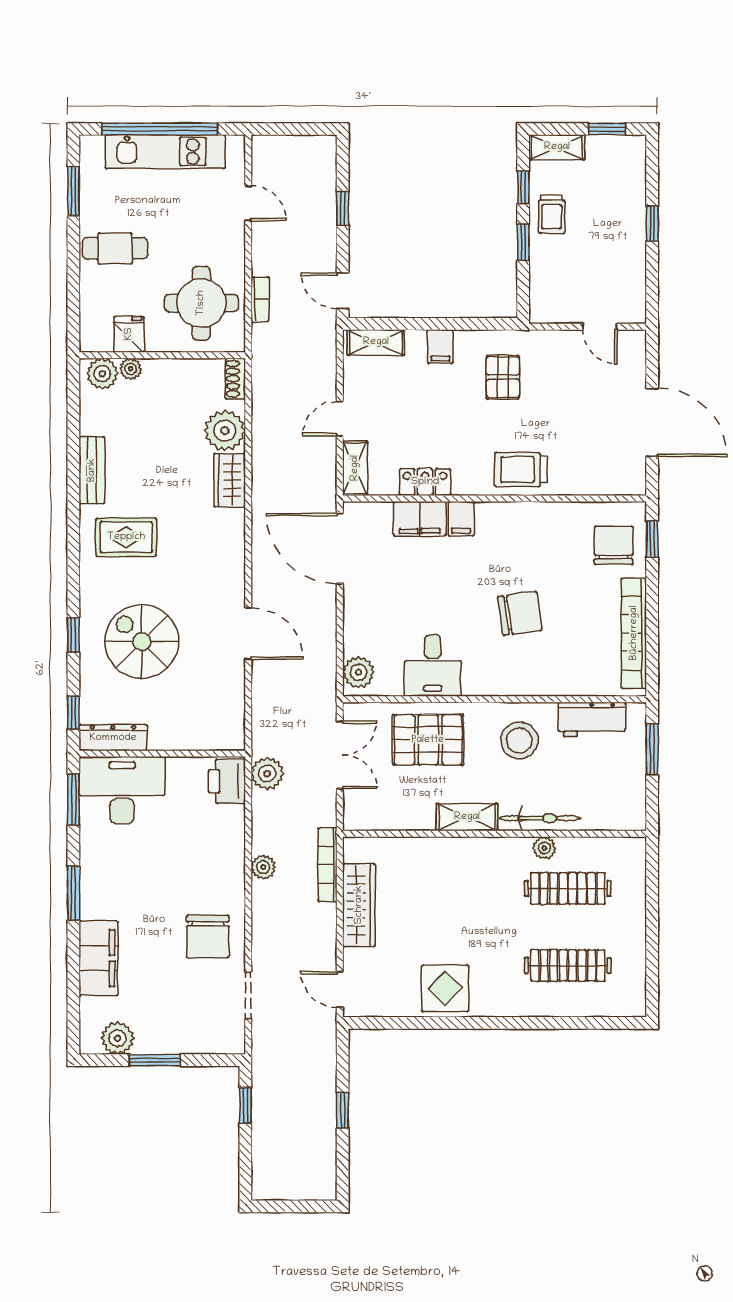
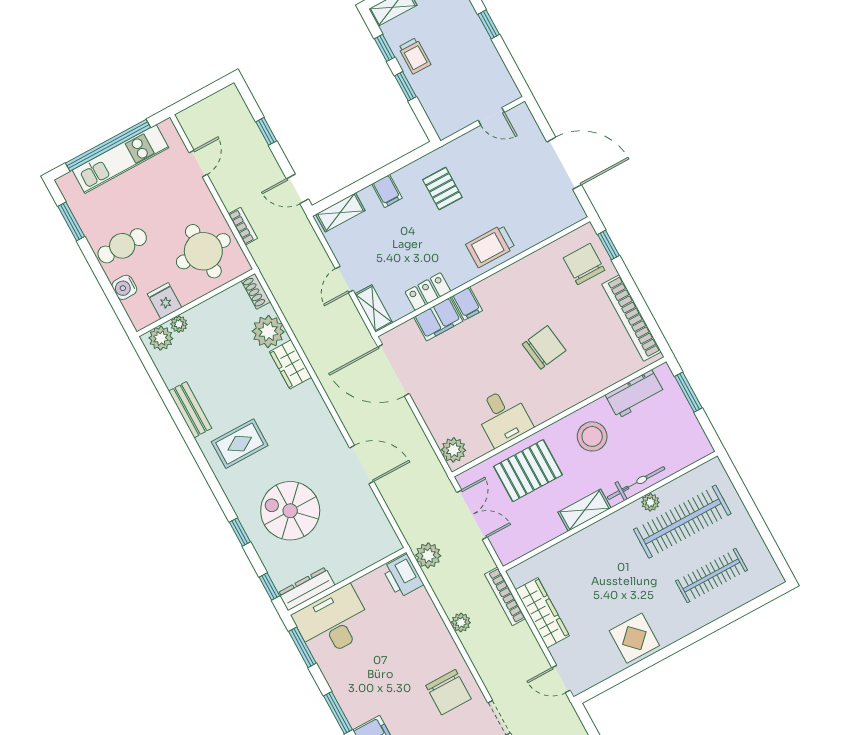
door: (248, 203) -> (198, 163), hinge flipped
water cooler: (93, 296) -> (124, 287), added
clothes rail: (568, 888) -> (682, 522), width x1.37, depth x1.31

